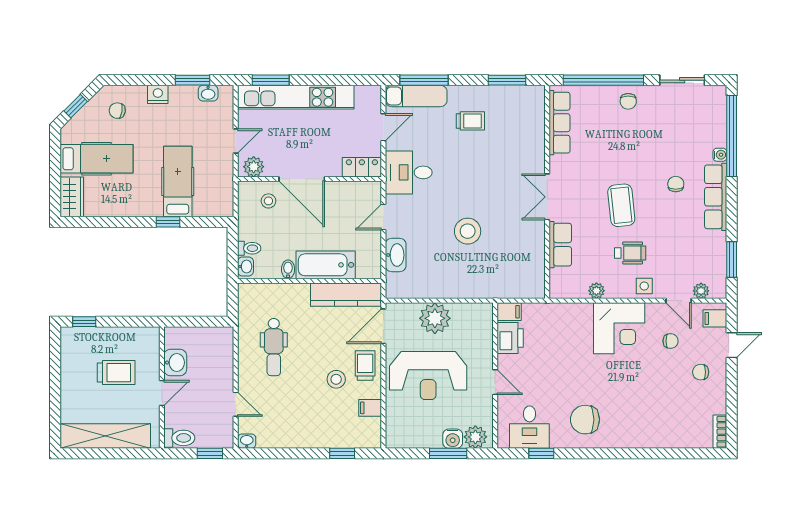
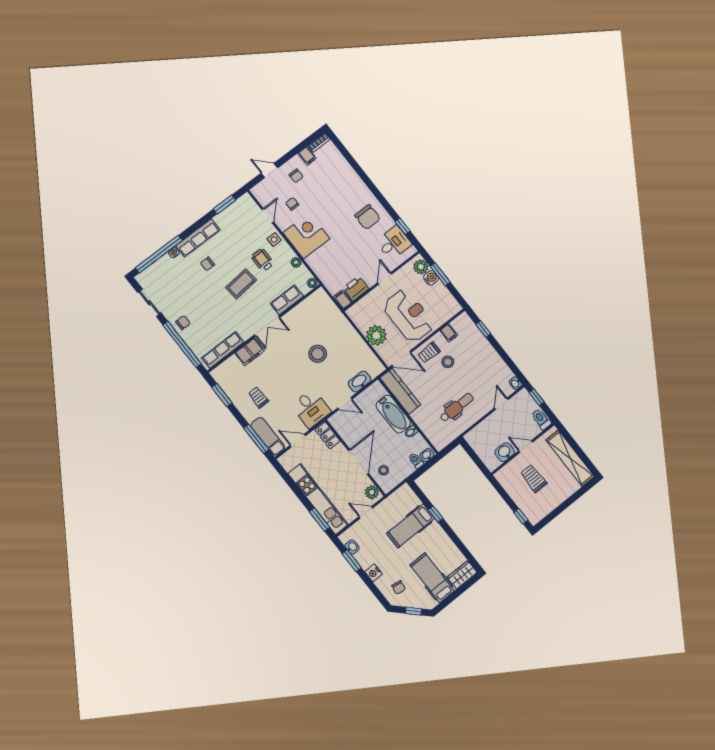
filing cabinet: (533, 153) -> (250, 352), added
plant: (701, 291) -> (312, 283), moved
filing cabinet: (715, 318) -> (307, 156), moved

